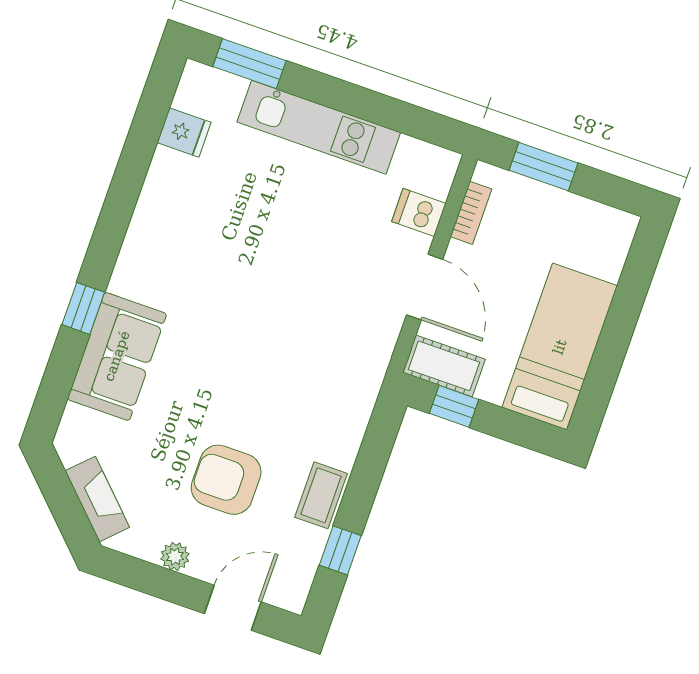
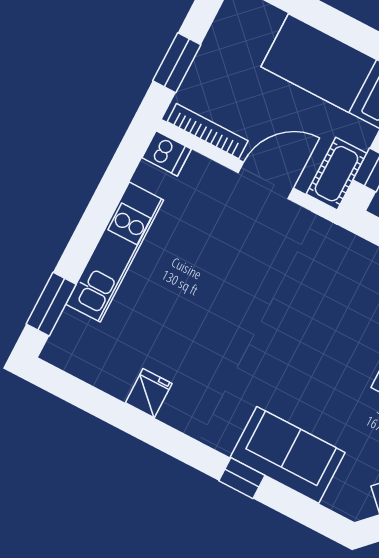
fridge: (184, 132) -> (149, 393), moved
dishwasher: (419, 212) -> (167, 153), moved, turned -90
bookcase: (471, 213) -> (208, 131), width x1.56

